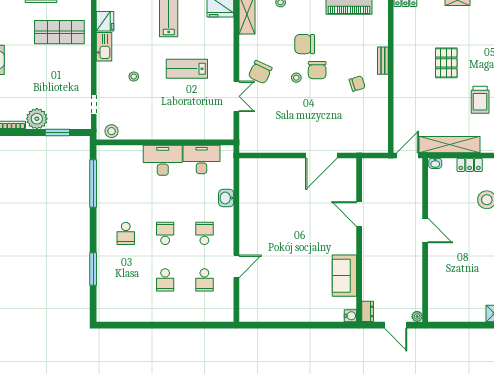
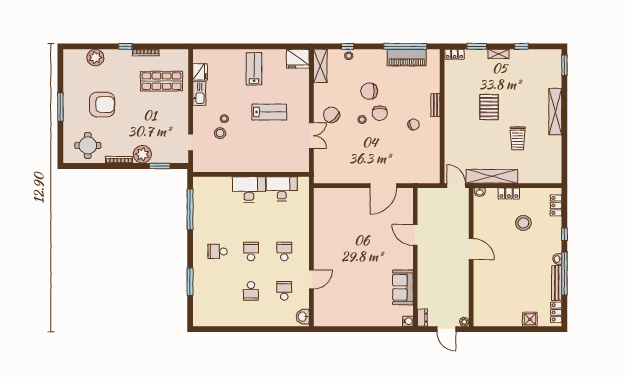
lab bench: (187, 69) -> (269, 112), turned 180
chair: (260, 72) -> (331, 115), turned 111
stool: (112, 131) -> (220, 133), moved
door: (408, 156) -> (456, 186), hinge flipped
washbasin: (226, 198) -> (303, 317), moved
school desk: (126, 233) -> (218, 251), turned 90
school desk: (204, 280) -> (284, 291), turned 180

